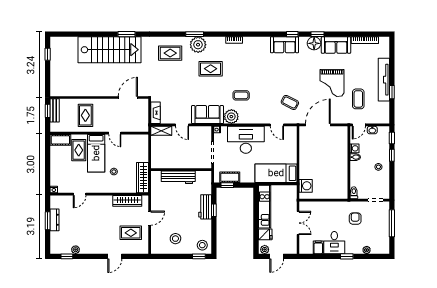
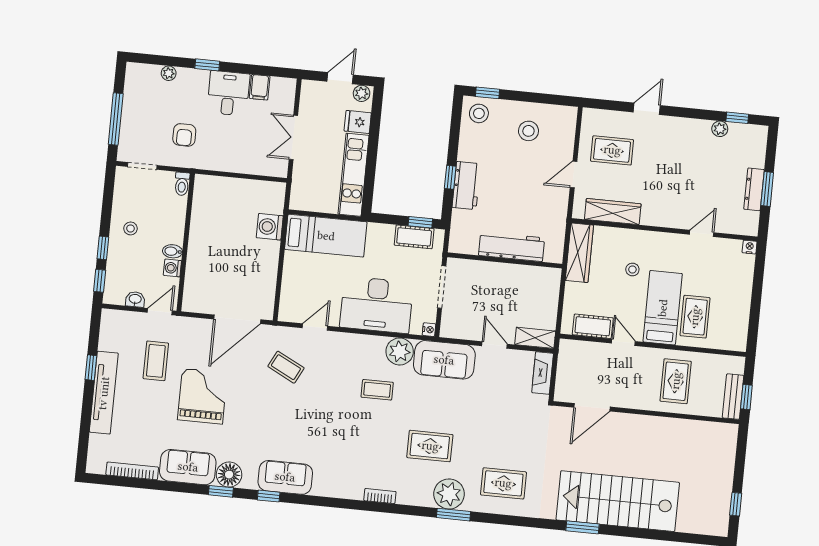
door: (277, 125) -> (315, 327), hinge flipped
cot: (60, 140) -> (593, 326), moved
washing machine: (306, 186) -> (270, 227), moved

